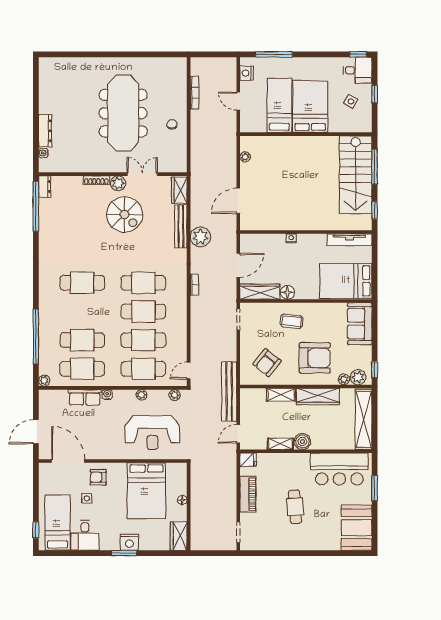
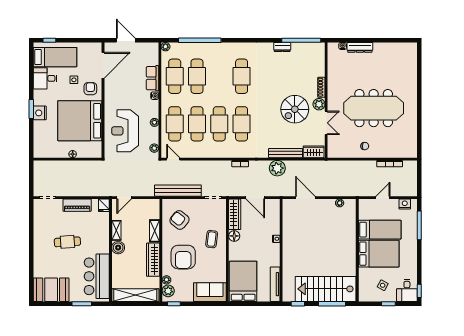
dresser: (45, 187) -> (282, 47), moved
bench: (229, 391) -> (178, 191), moved
door: (238, 434) -> (124, 198), swing flipped
bed: (146, 491) -> (80, 121), width x1.36
wardrobe: (179, 536) -> (45, 151), removed

